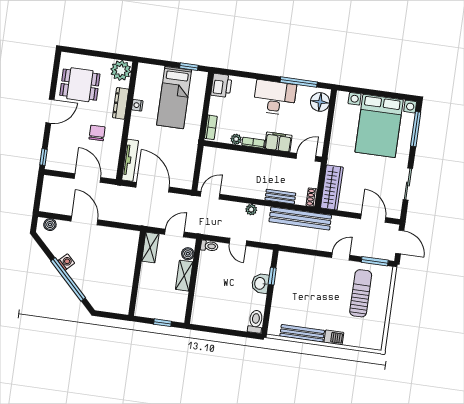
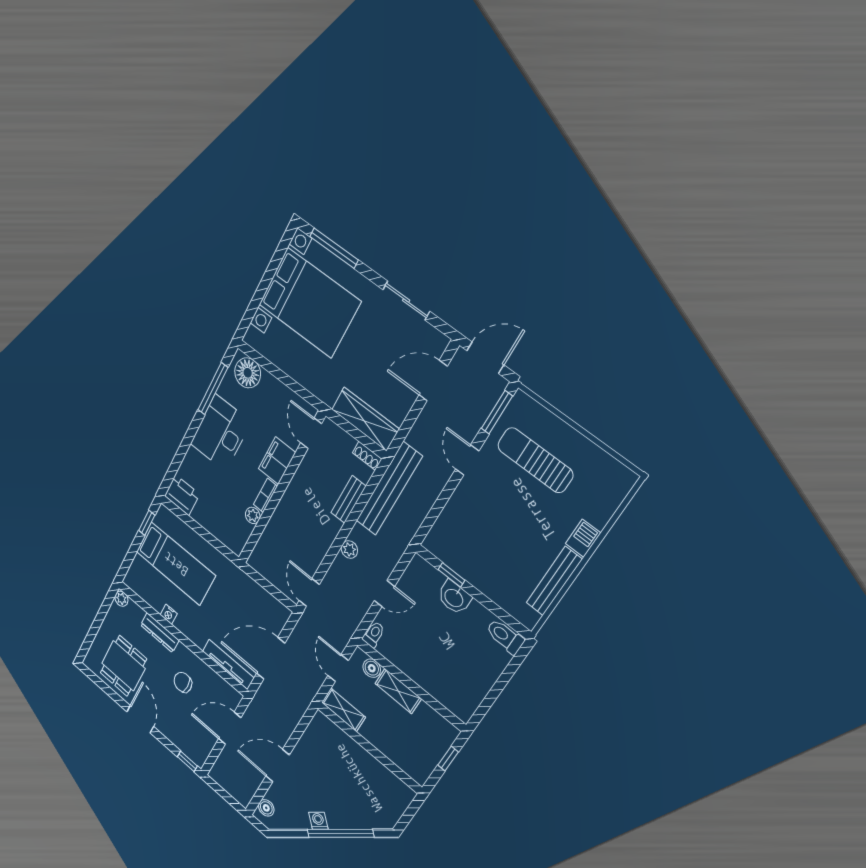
plant: (121, 70) -> (121, 599), width x0.53, depth x0.53
bookcase: (211, 127) -> (227, 539), removed

